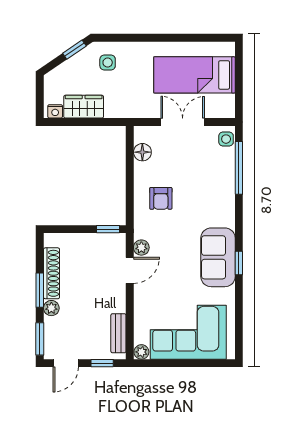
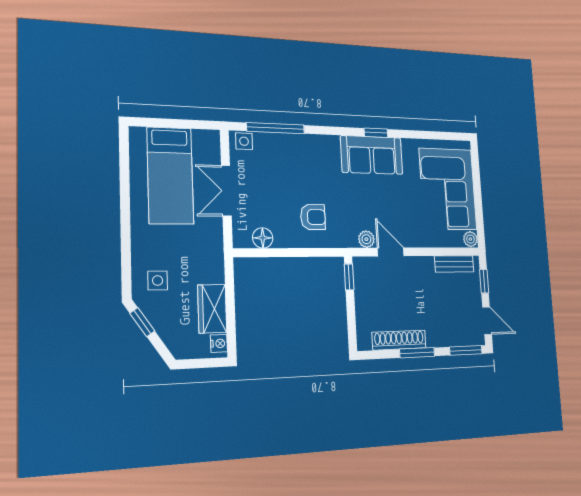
plant: (51, 308) -> (434, 339), removed

